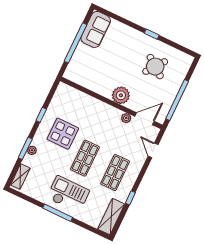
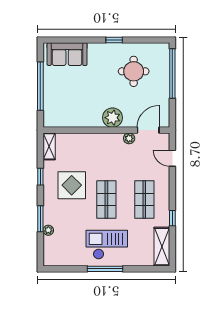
sofa: (96, 29) -> (67, 54), moved, turned 90
round table: (155, 67) -> (134, 71), turned -37
window: (177, 100) -> (172, 73), moved
plant: (32, 150) -> (48, 230), moved
shelving: (20, 176) -> (49, 146), moved

